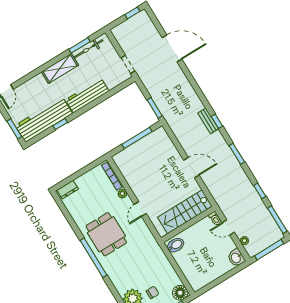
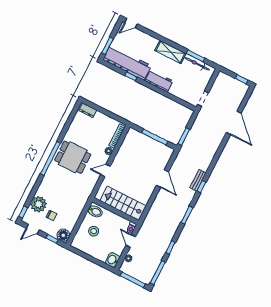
workbench: (87, 95) -> (159, 81), width x0.73
door: (191, 168) -> (162, 179), moved
dining table: (106, 234) -> (73, 157), turned 90
stool: (195, 259) -> (94, 231), added

